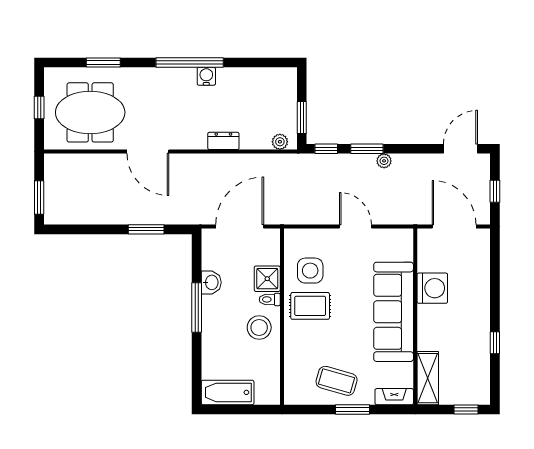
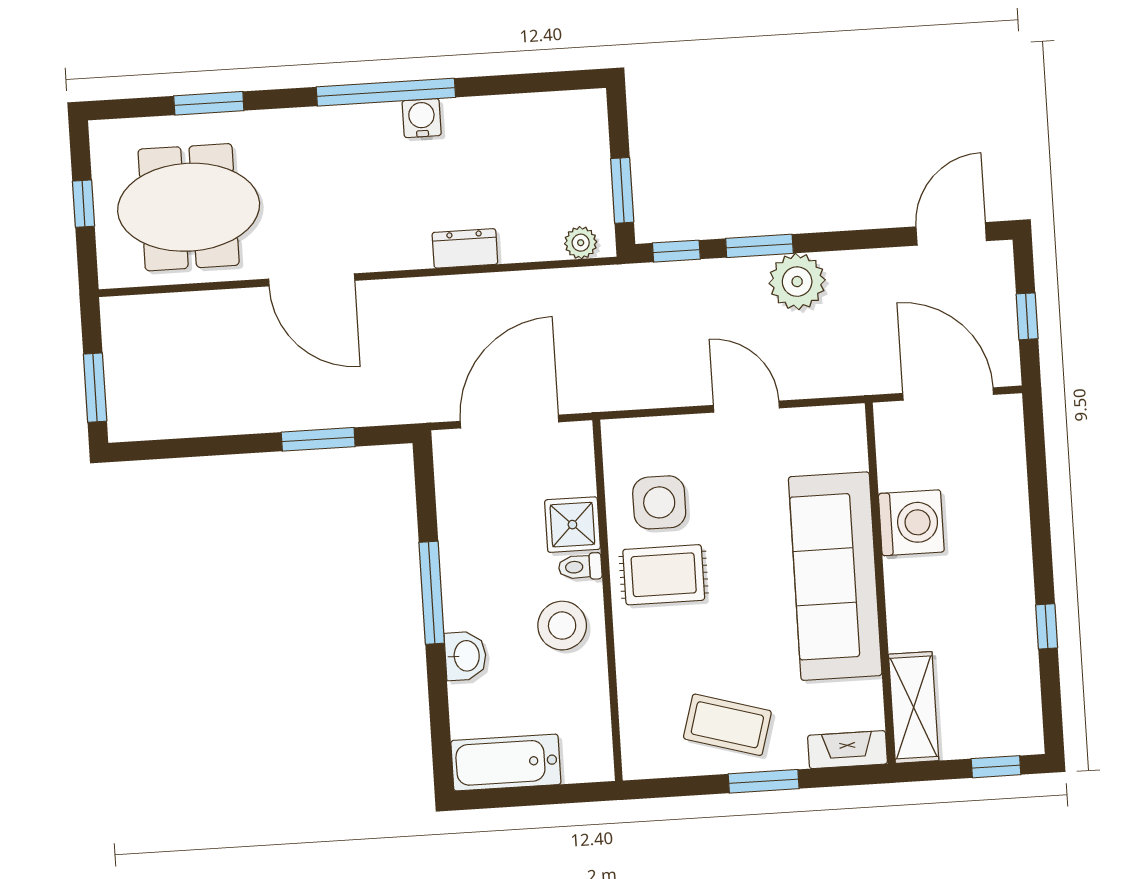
plant: (384, 161) -> (797, 282), width x1.87, depth x1.87
washbasin: (211, 282) -> (465, 656), moved

